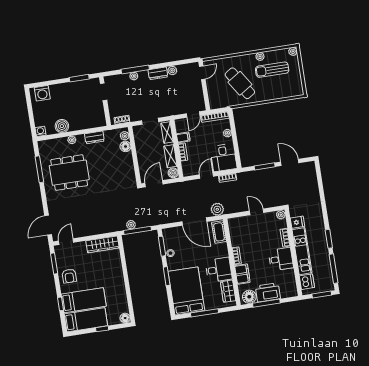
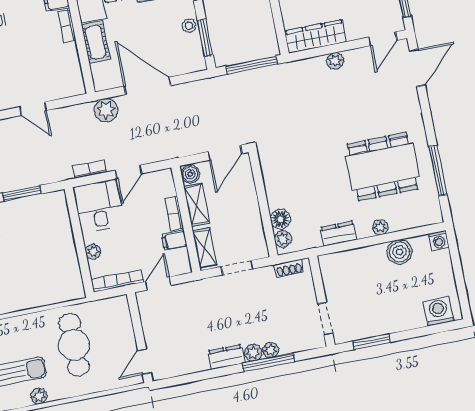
plant: (172, 70) -> (253, 353), moved
cafe table: (240, 83) -> (74, 345), turned 33
plant: (131, 225) -> (335, 61), moved
cot: (219, 232) -> (96, 42), moved

